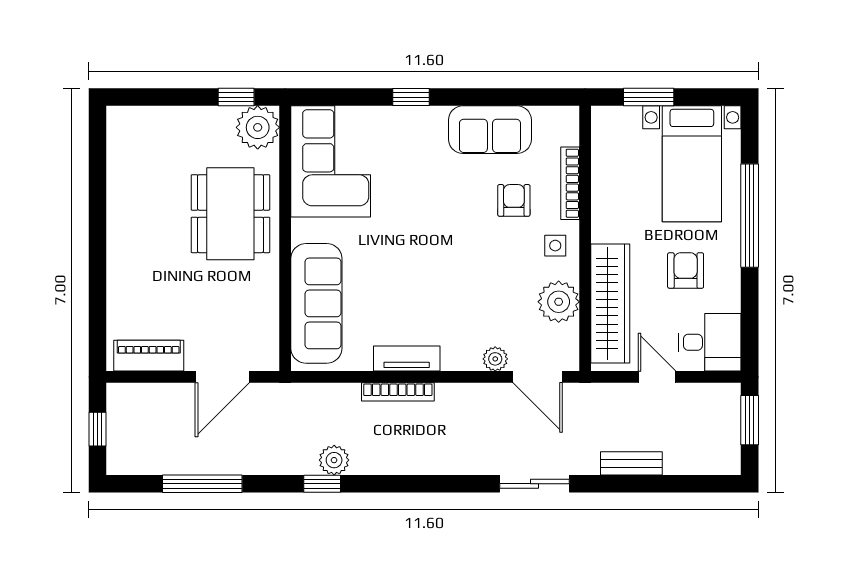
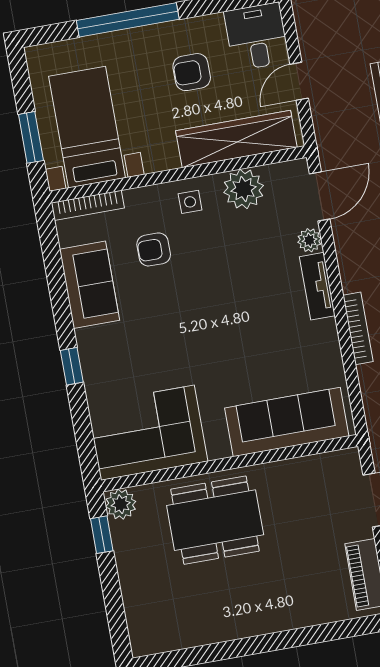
plant: (258, 127) -> (121, 504), width x0.73, depth x0.73
bed with nightstands: (692, 164) -> (87, 127), moved, turned -90
bookcase: (570, 183) -> (88, 205), moved
tv unit: (407, 359) -> (317, 286), moved

